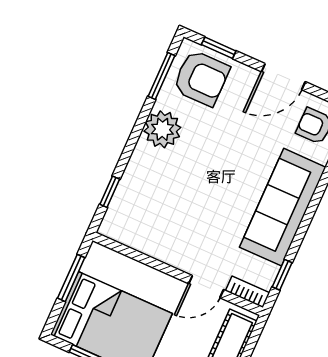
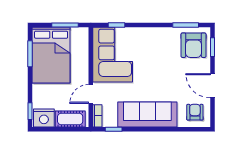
plant: (162, 129) -> (159, 37), removed
corner sofa: (157, 221) -> (113, 55), added
door: (206, 287) -> (91, 94), hinge flipped

